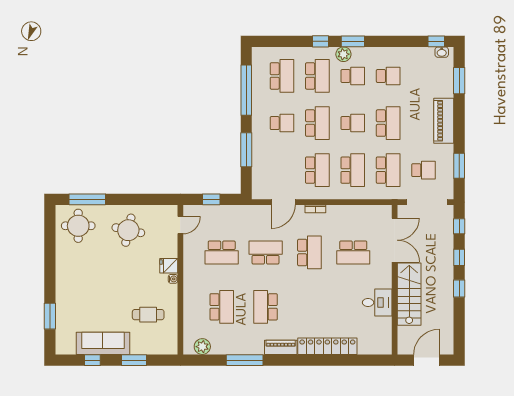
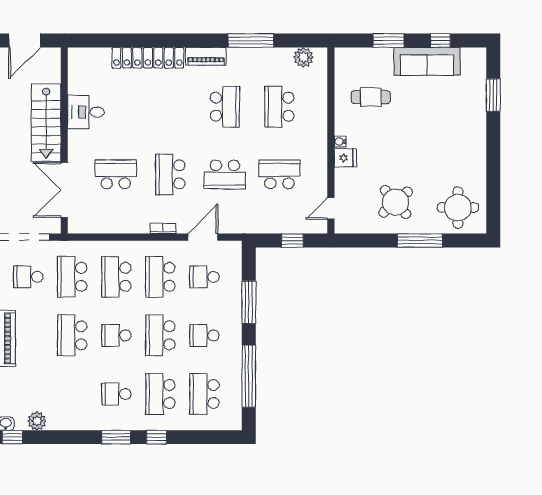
plant: (343, 54) -> (37, 421), moved
school desk: (388, 76) -> (204, 277), moved
window: (87, 199) -> (420, 241), moved
round table: (128, 230) -> (396, 202), turned 37

